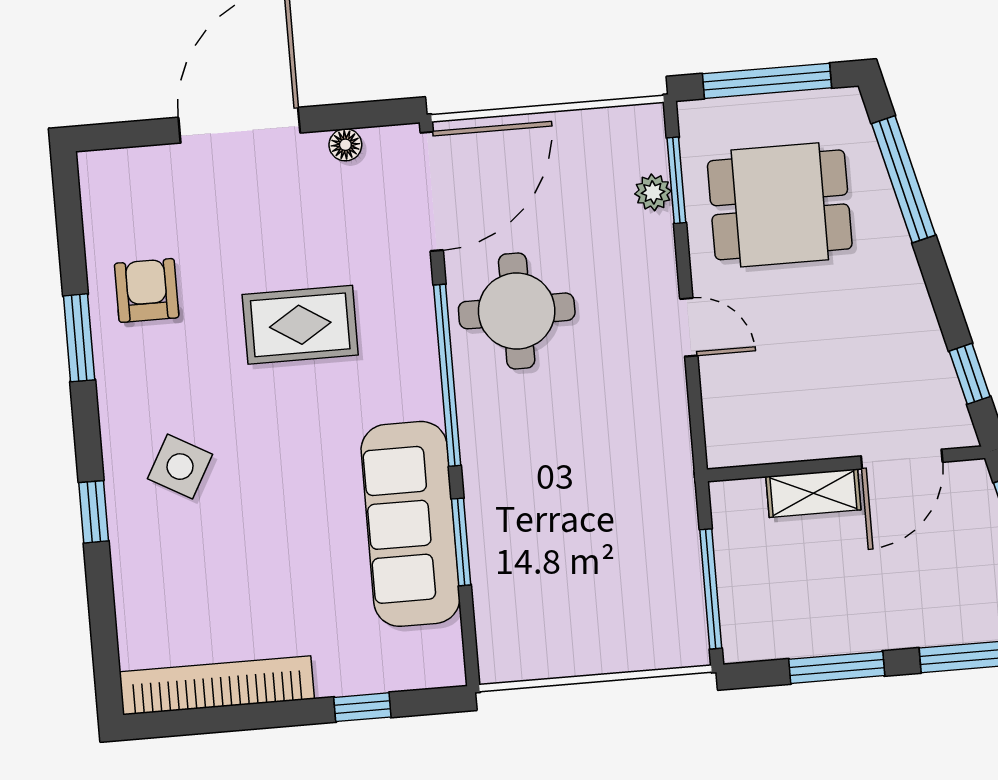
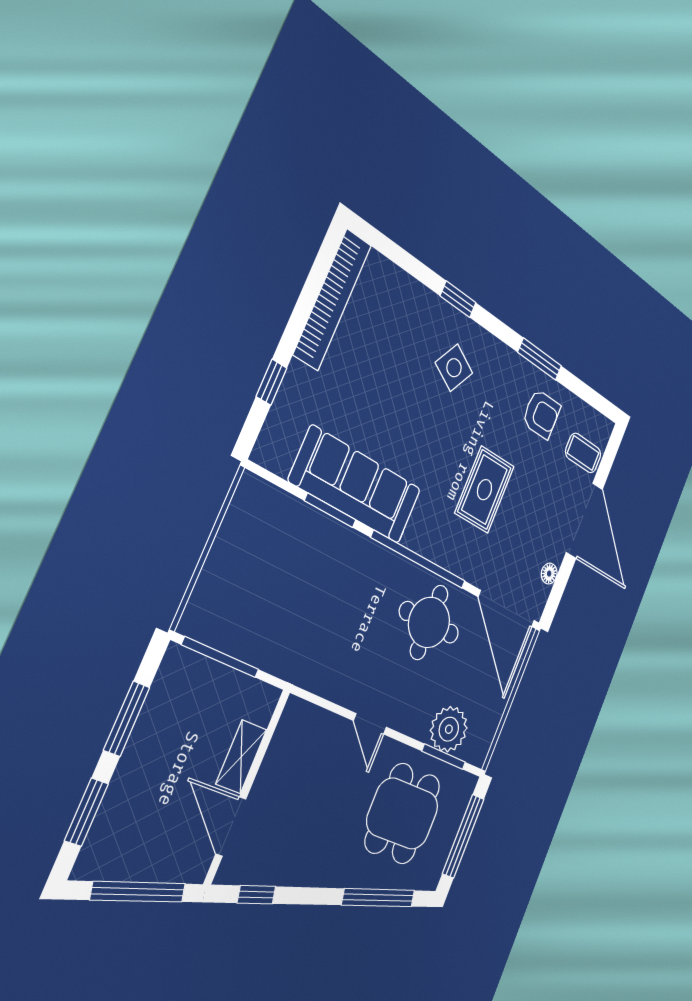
coffee table: (151, 185) -> (583, 453), added
plant: (653, 192) -> (449, 729), width x1.88, depth x1.88
door: (689, 327) -> (370, 724), hinge flipped

